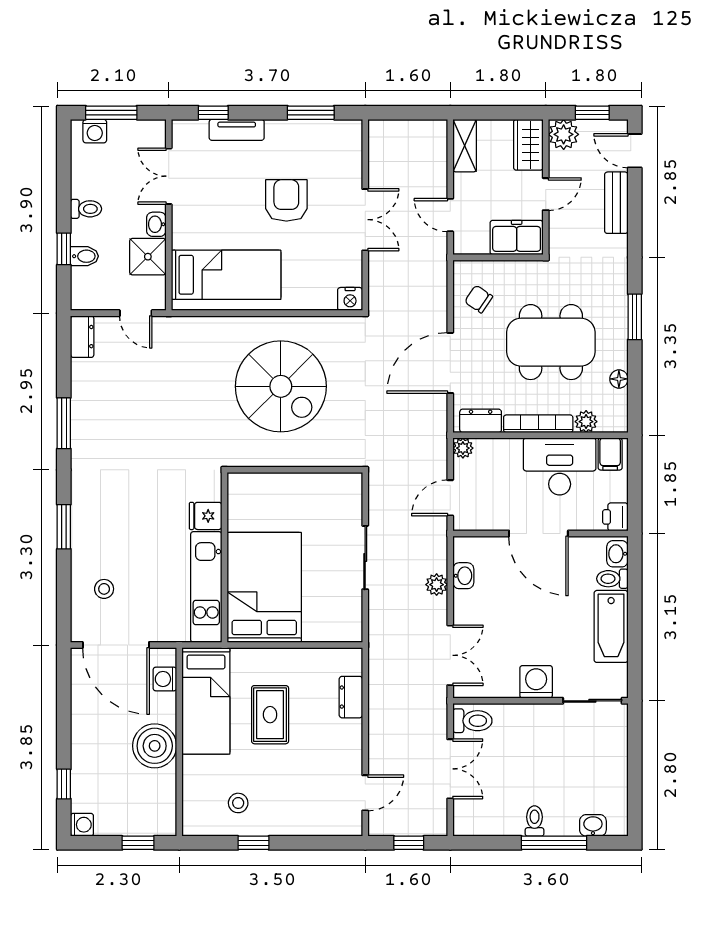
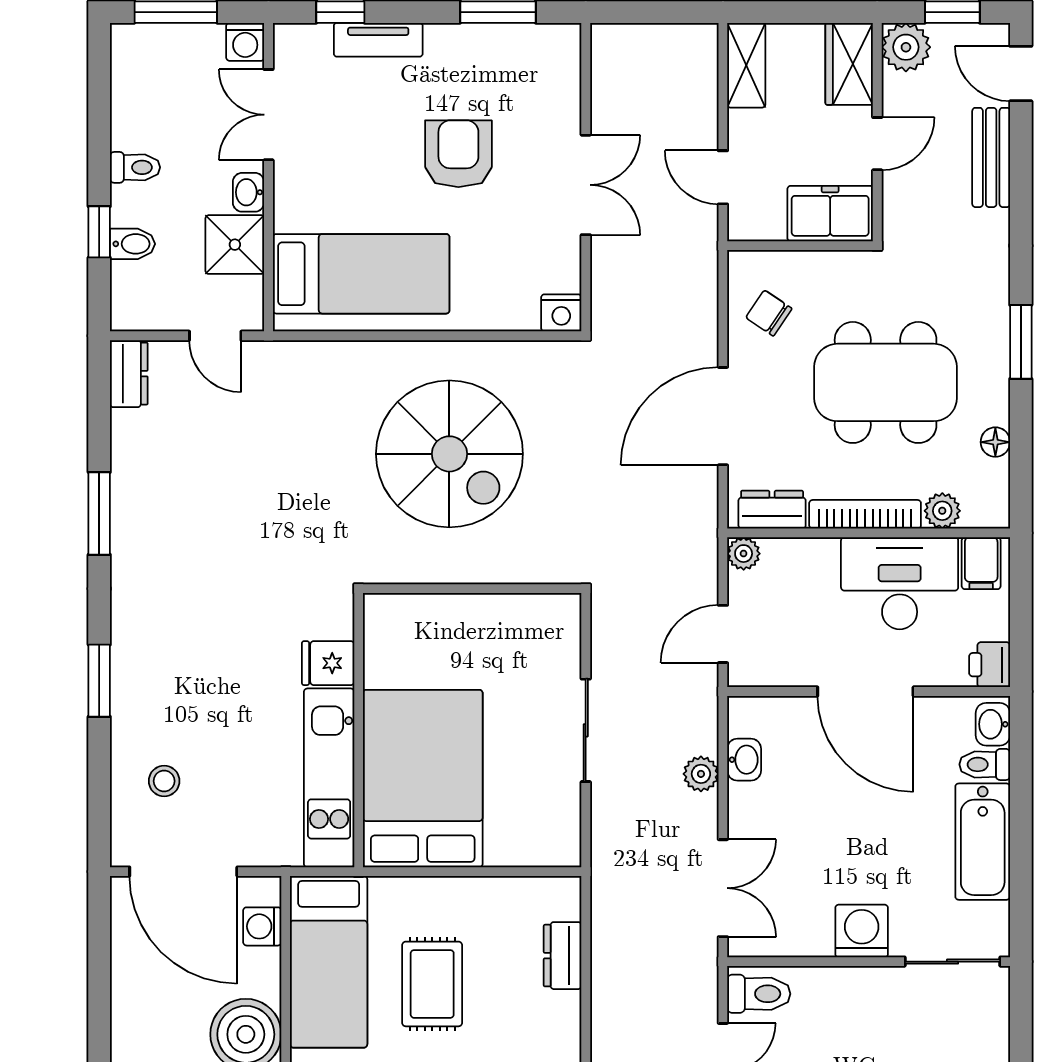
washing machine: (95, 131) -> (245, 42), moved

